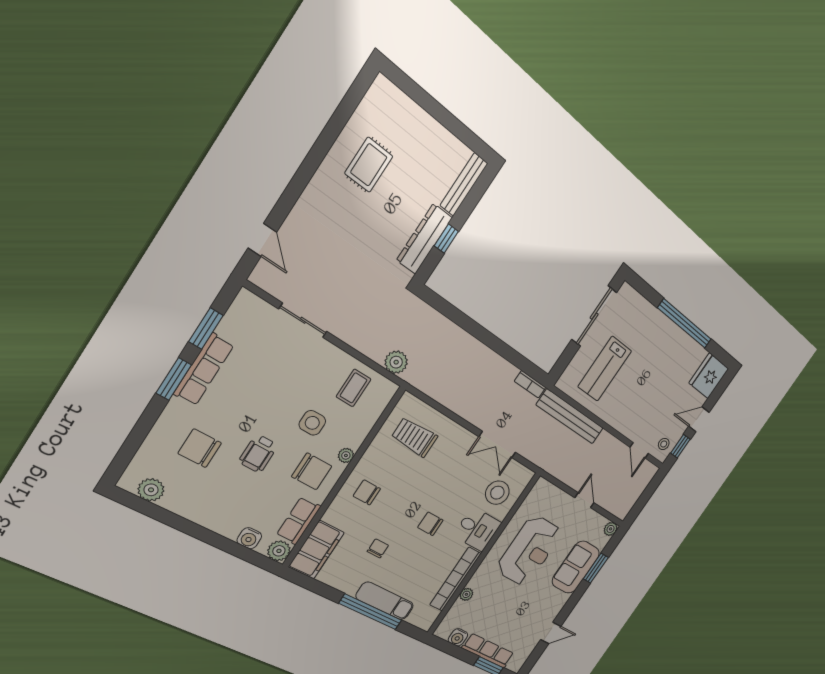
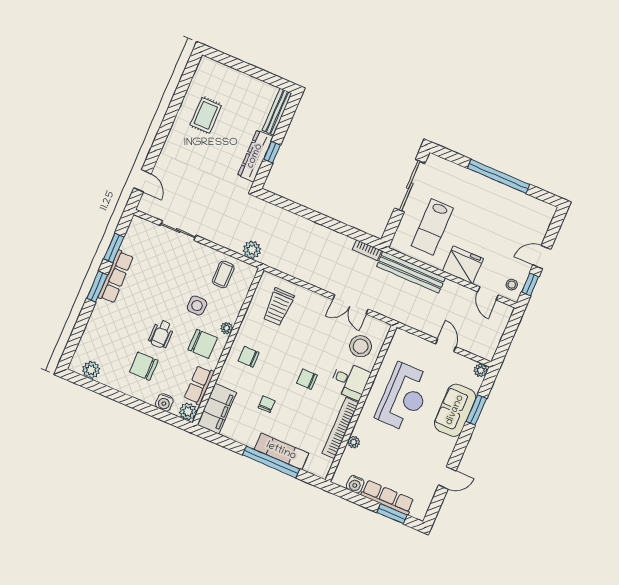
fridge: (709, 376) -> (463, 265), moved, turned 90
trolley: (415, 437) -> (278, 307), turned -90
chair: (200, 448) -> (144, 366), moved

